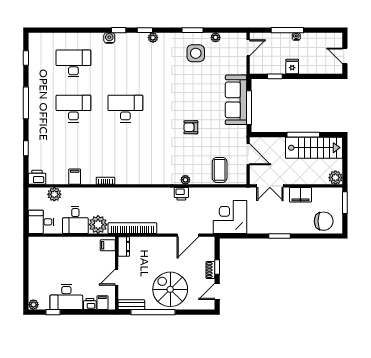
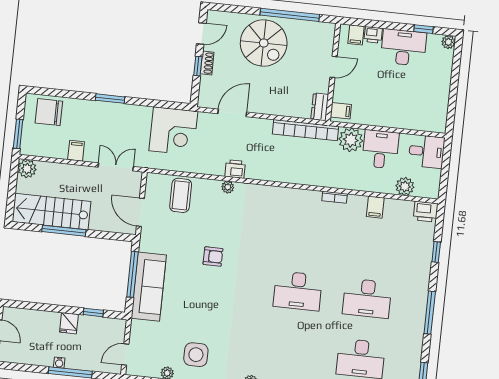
filing cabinet: (301, 195) -> (76, 151), width x0.50
bench: (131, 305) -> (318, 28), removed

